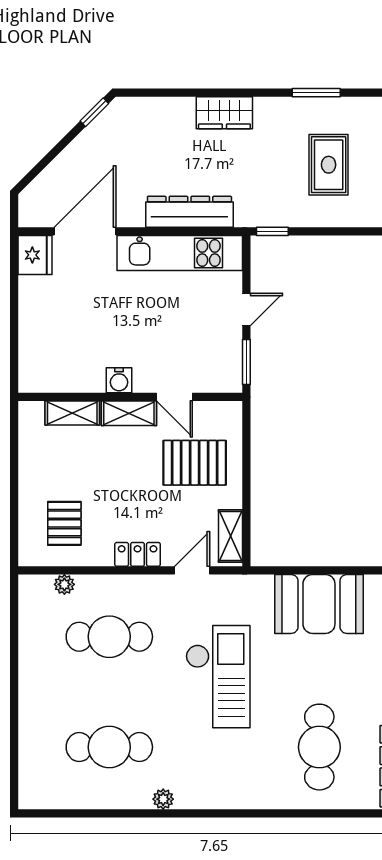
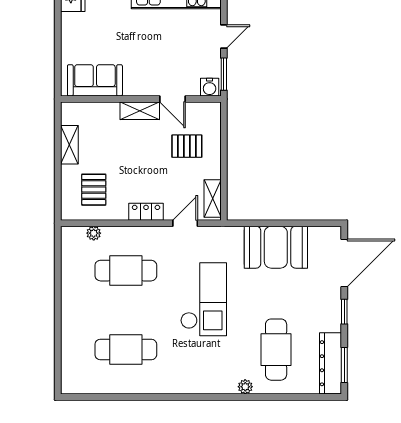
sofa: (66, 371) -> (95, 80), added
water cooler: (119, 380) -> (210, 87), moved
shelving: (72, 413) -> (69, 145), moved, turned 90
pallet: (195, 463) -> (187, 146), width x0.67, depth x0.71
plant: (163, 799) -> (245, 387), moved

